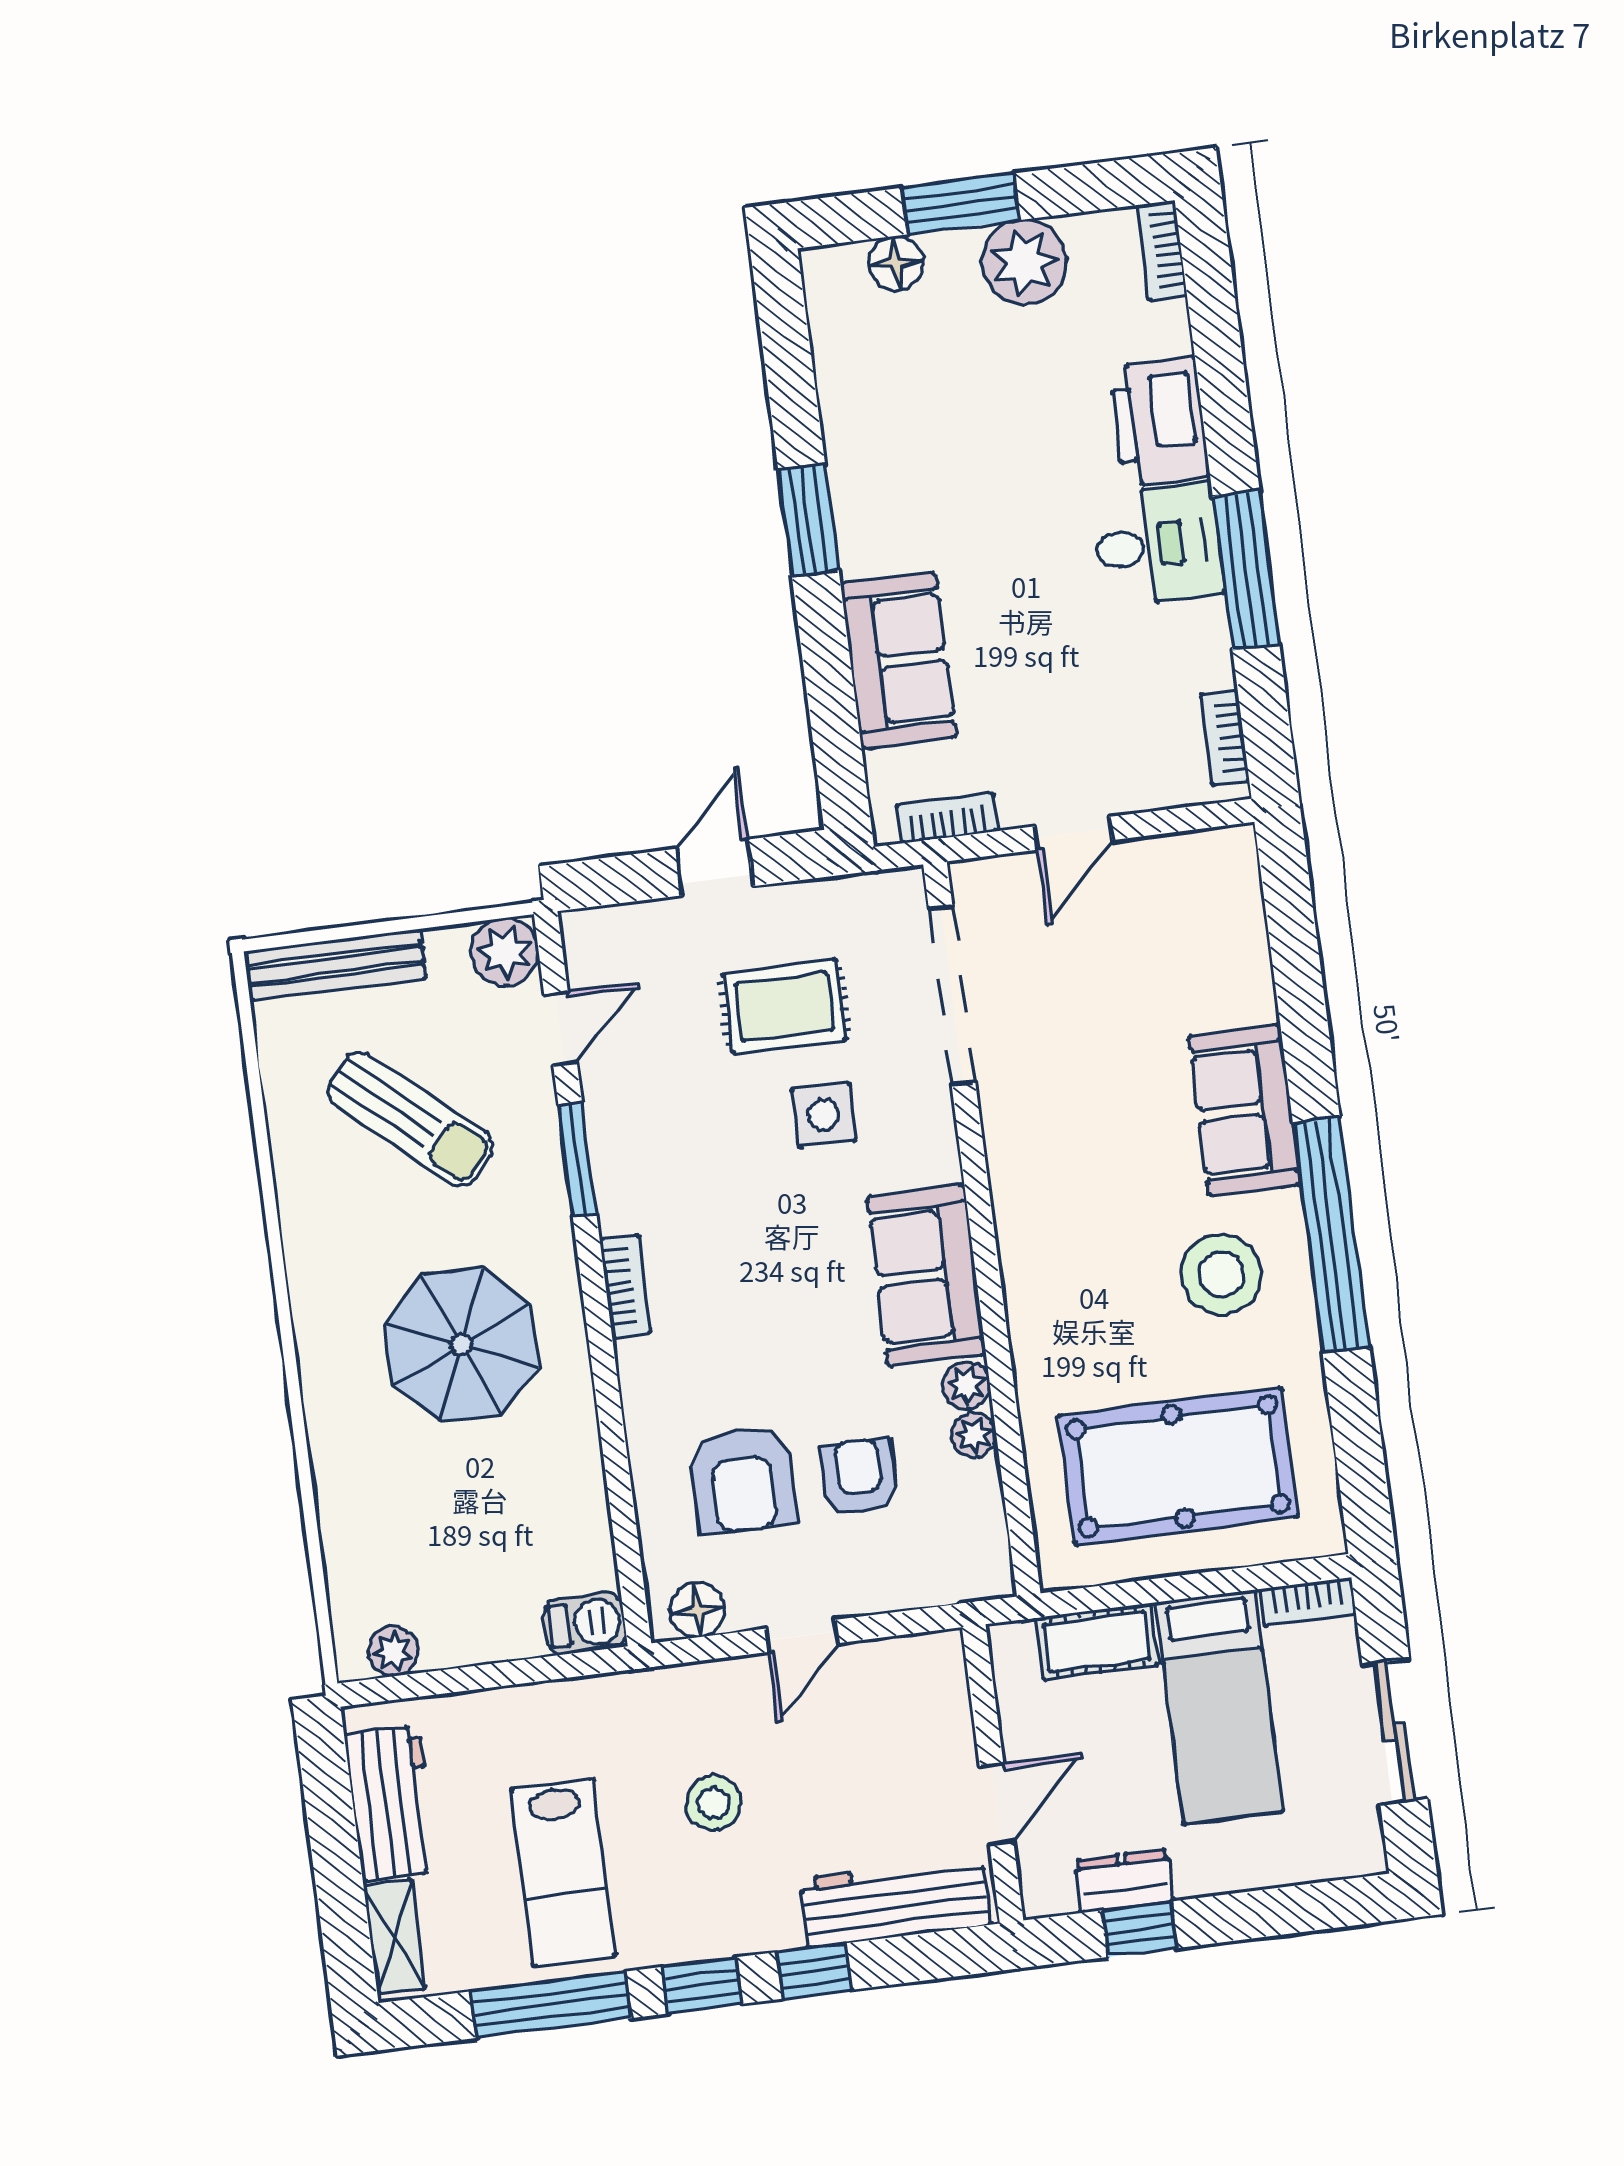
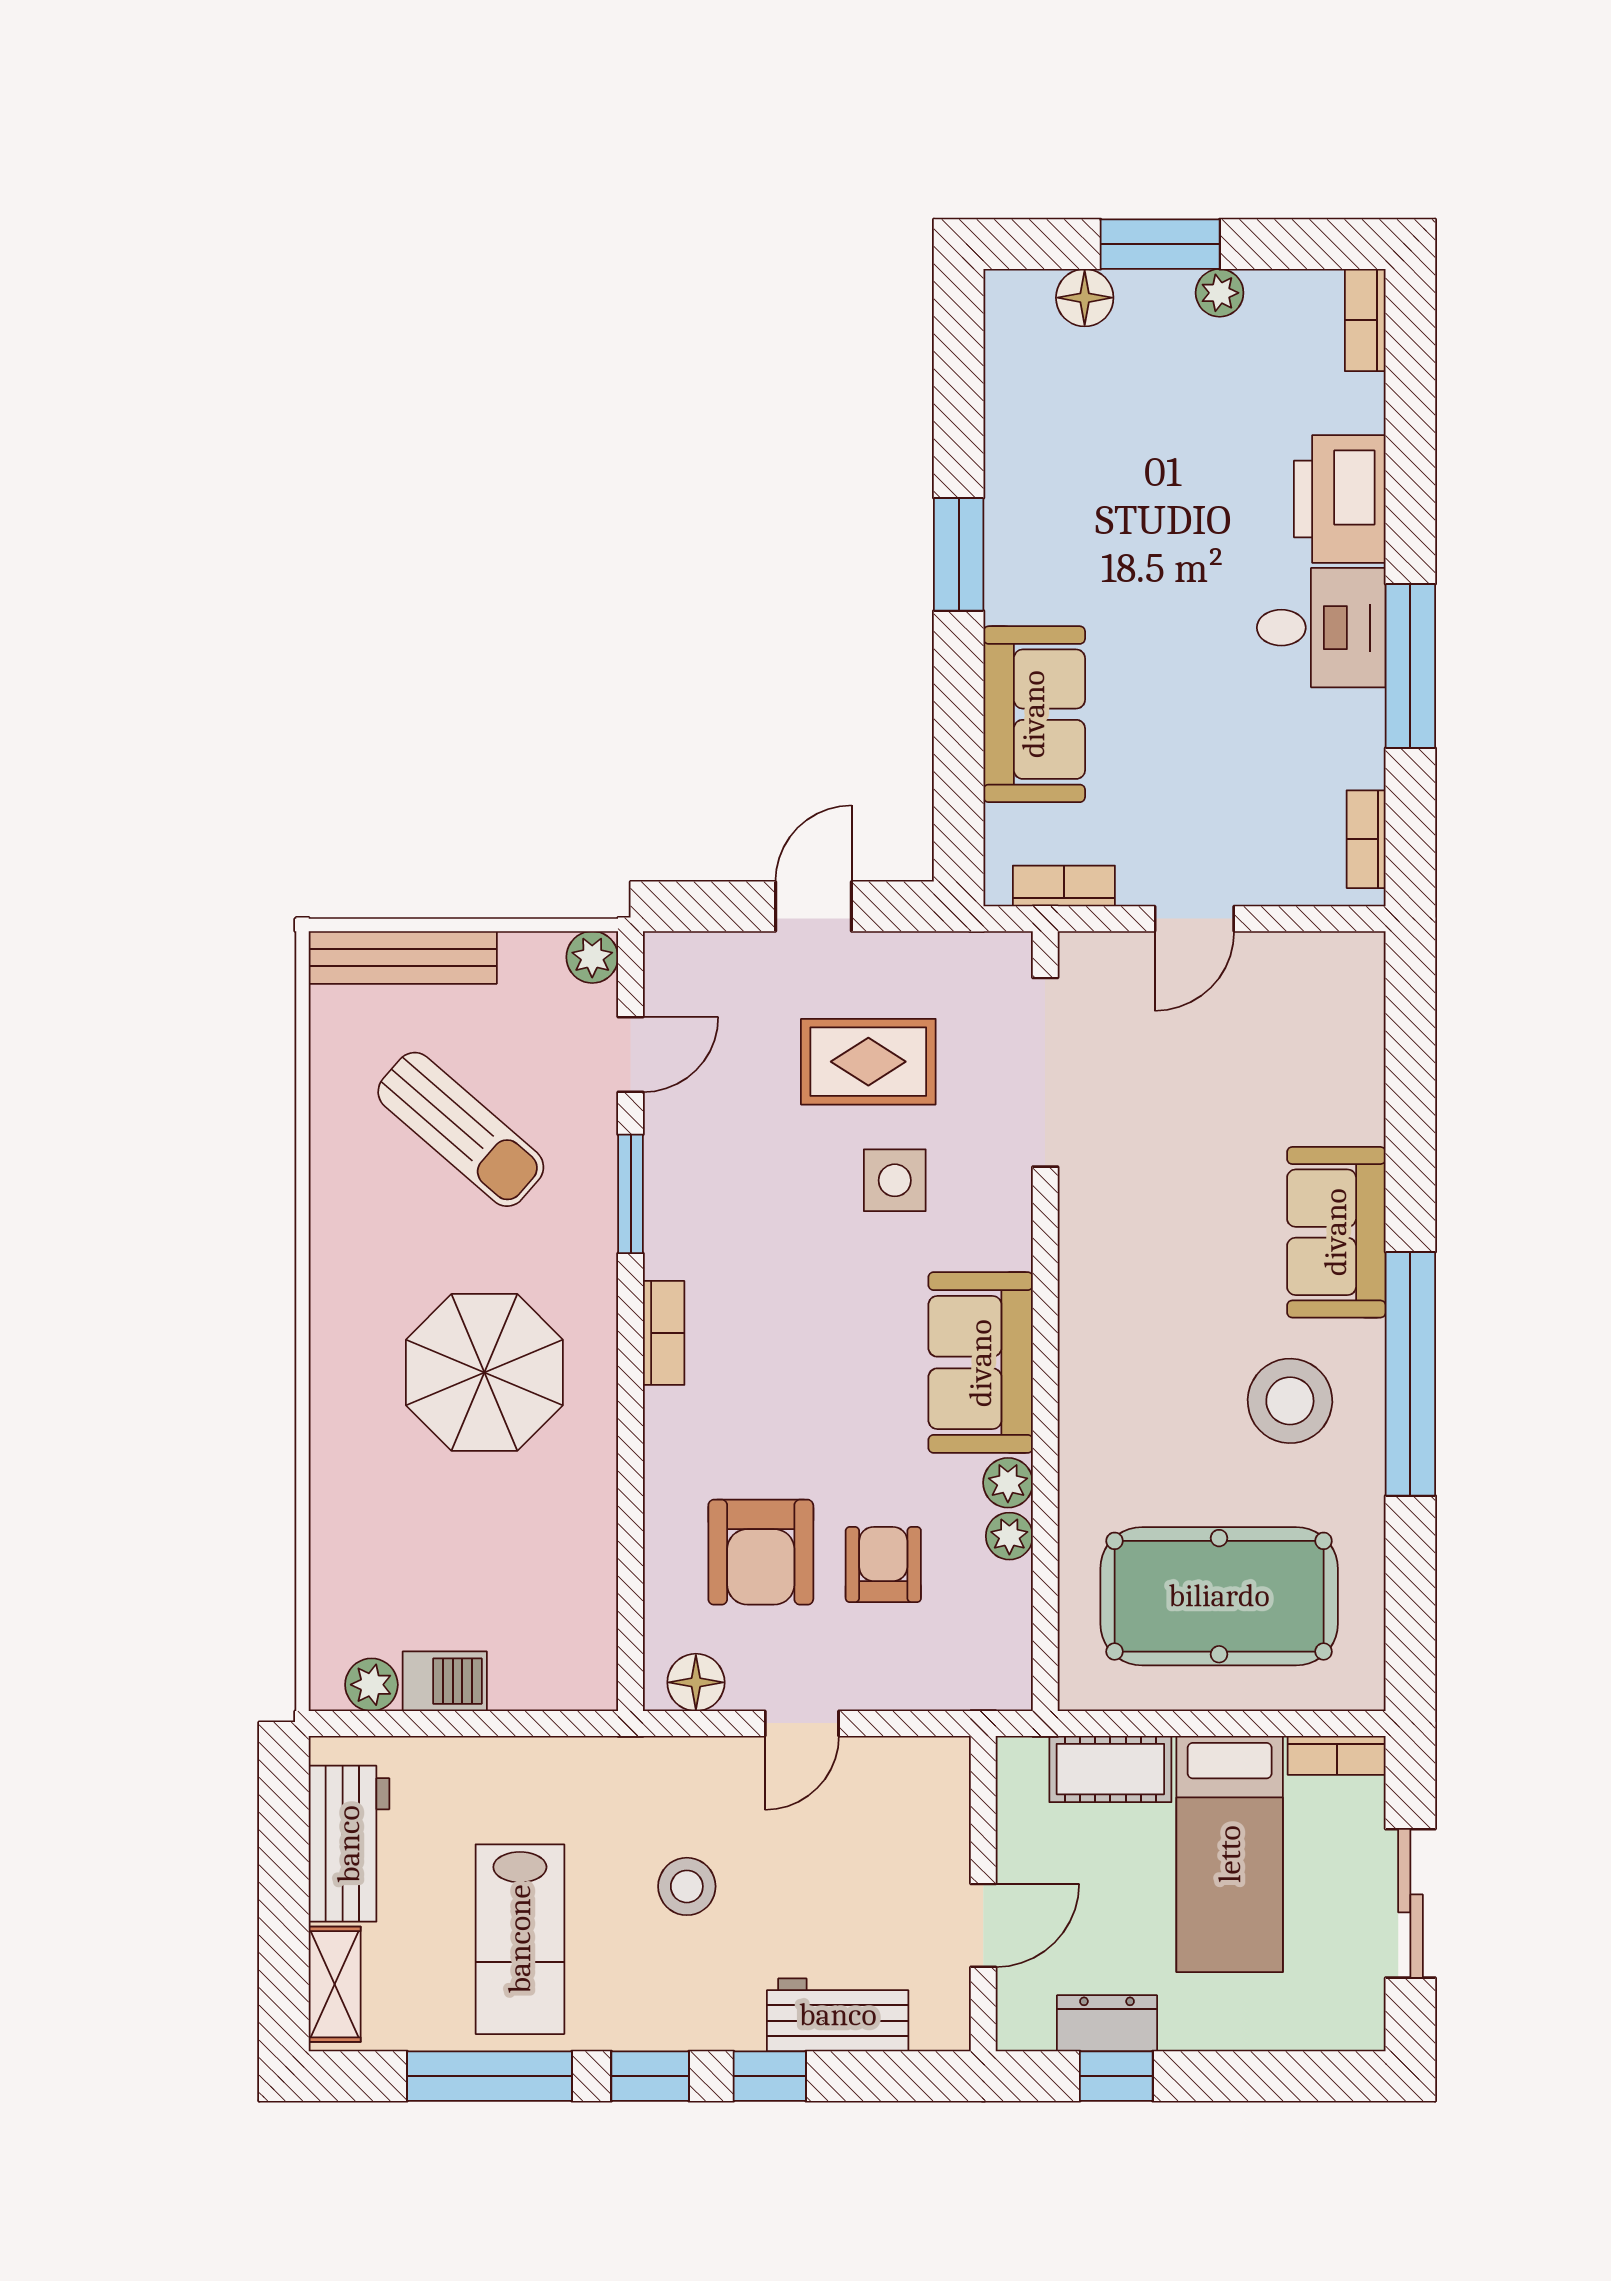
plant: (1024, 262) -> (1220, 293), width x0.53, depth x0.53
plant: (505, 952) -> (592, 957), width x0.73, depth x0.73
barbecue: (585, 1623) -> (445, 1681), moved
workbench: (895, 1902) -> (838, 2015), width x0.73

